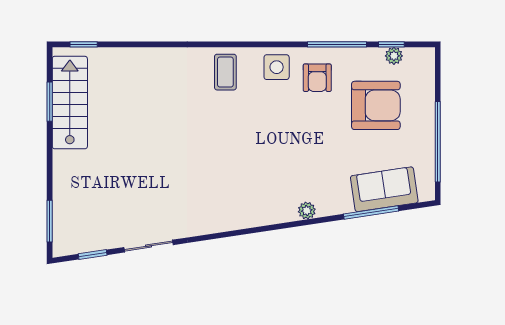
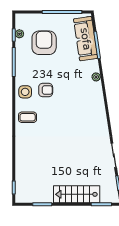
armchair: (317, 78) -> (46, 90), moved
stairs: (70, 103) -> (77, 194), moved
sofa: (384, 189) -> (86, 39), width x1.36

